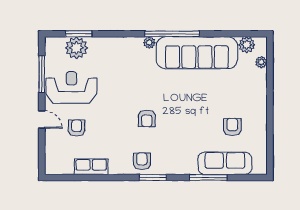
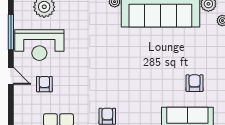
reception desk: (71, 88) -> (39, 45), turned 180
armchair: (147, 118) -> (112, 75), removed

